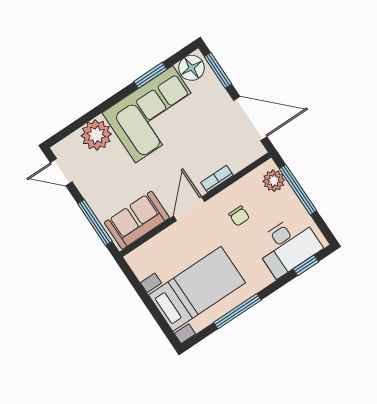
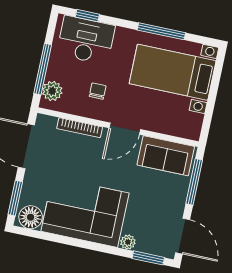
window: (150, 75) -> (148, 258), moved
plant: (96, 135) -> (128, 242), width x0.53, depth x0.53
door: (61, 172) -> (183, 236), width x1.38
bookcase: (217, 179) -> (80, 128), width x1.56

